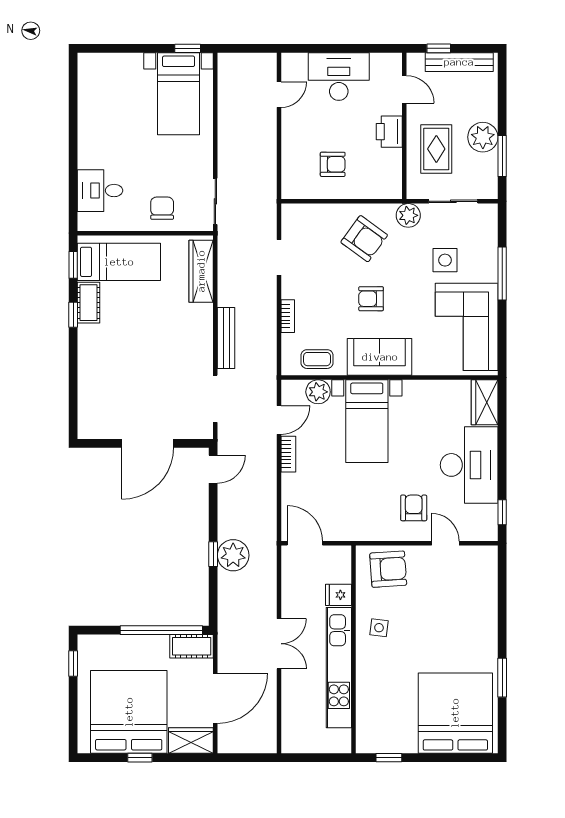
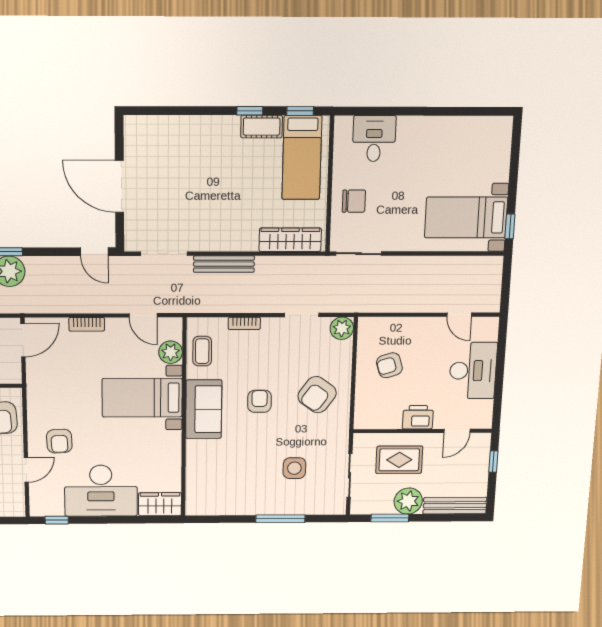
bench: (459, 62) -> (455, 506), moved, turned 90
armchair: (333, 164) -> (389, 365), turned 73
plant: (408, 215) -> (342, 328), moved
corner sofa: (467, 327) -> (231, 488), removed
bookcase: (288, 454) -> (87, 324), moved
armchair: (414, 508) -> (59, 441), turned 87

